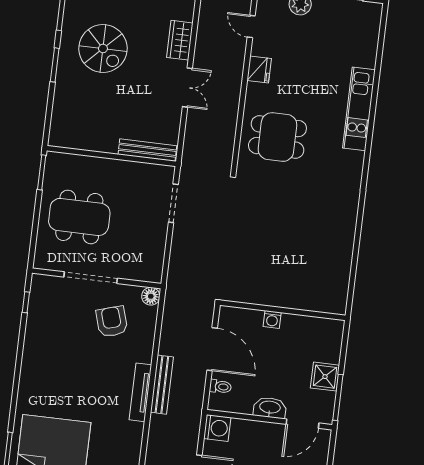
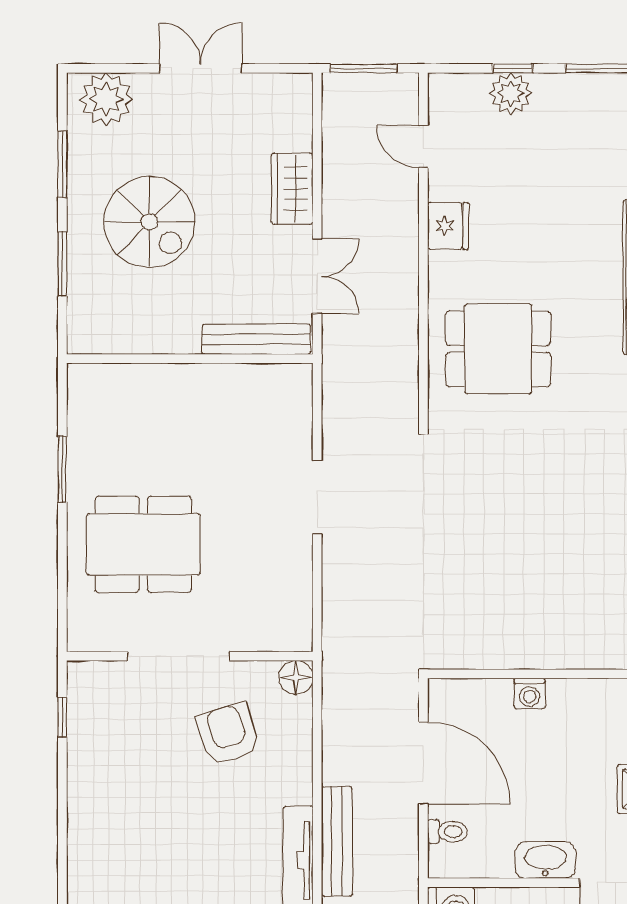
bench: (147, 150) -> (256, 339), moved
wall: (111, 156) -> (190, 359), moved

